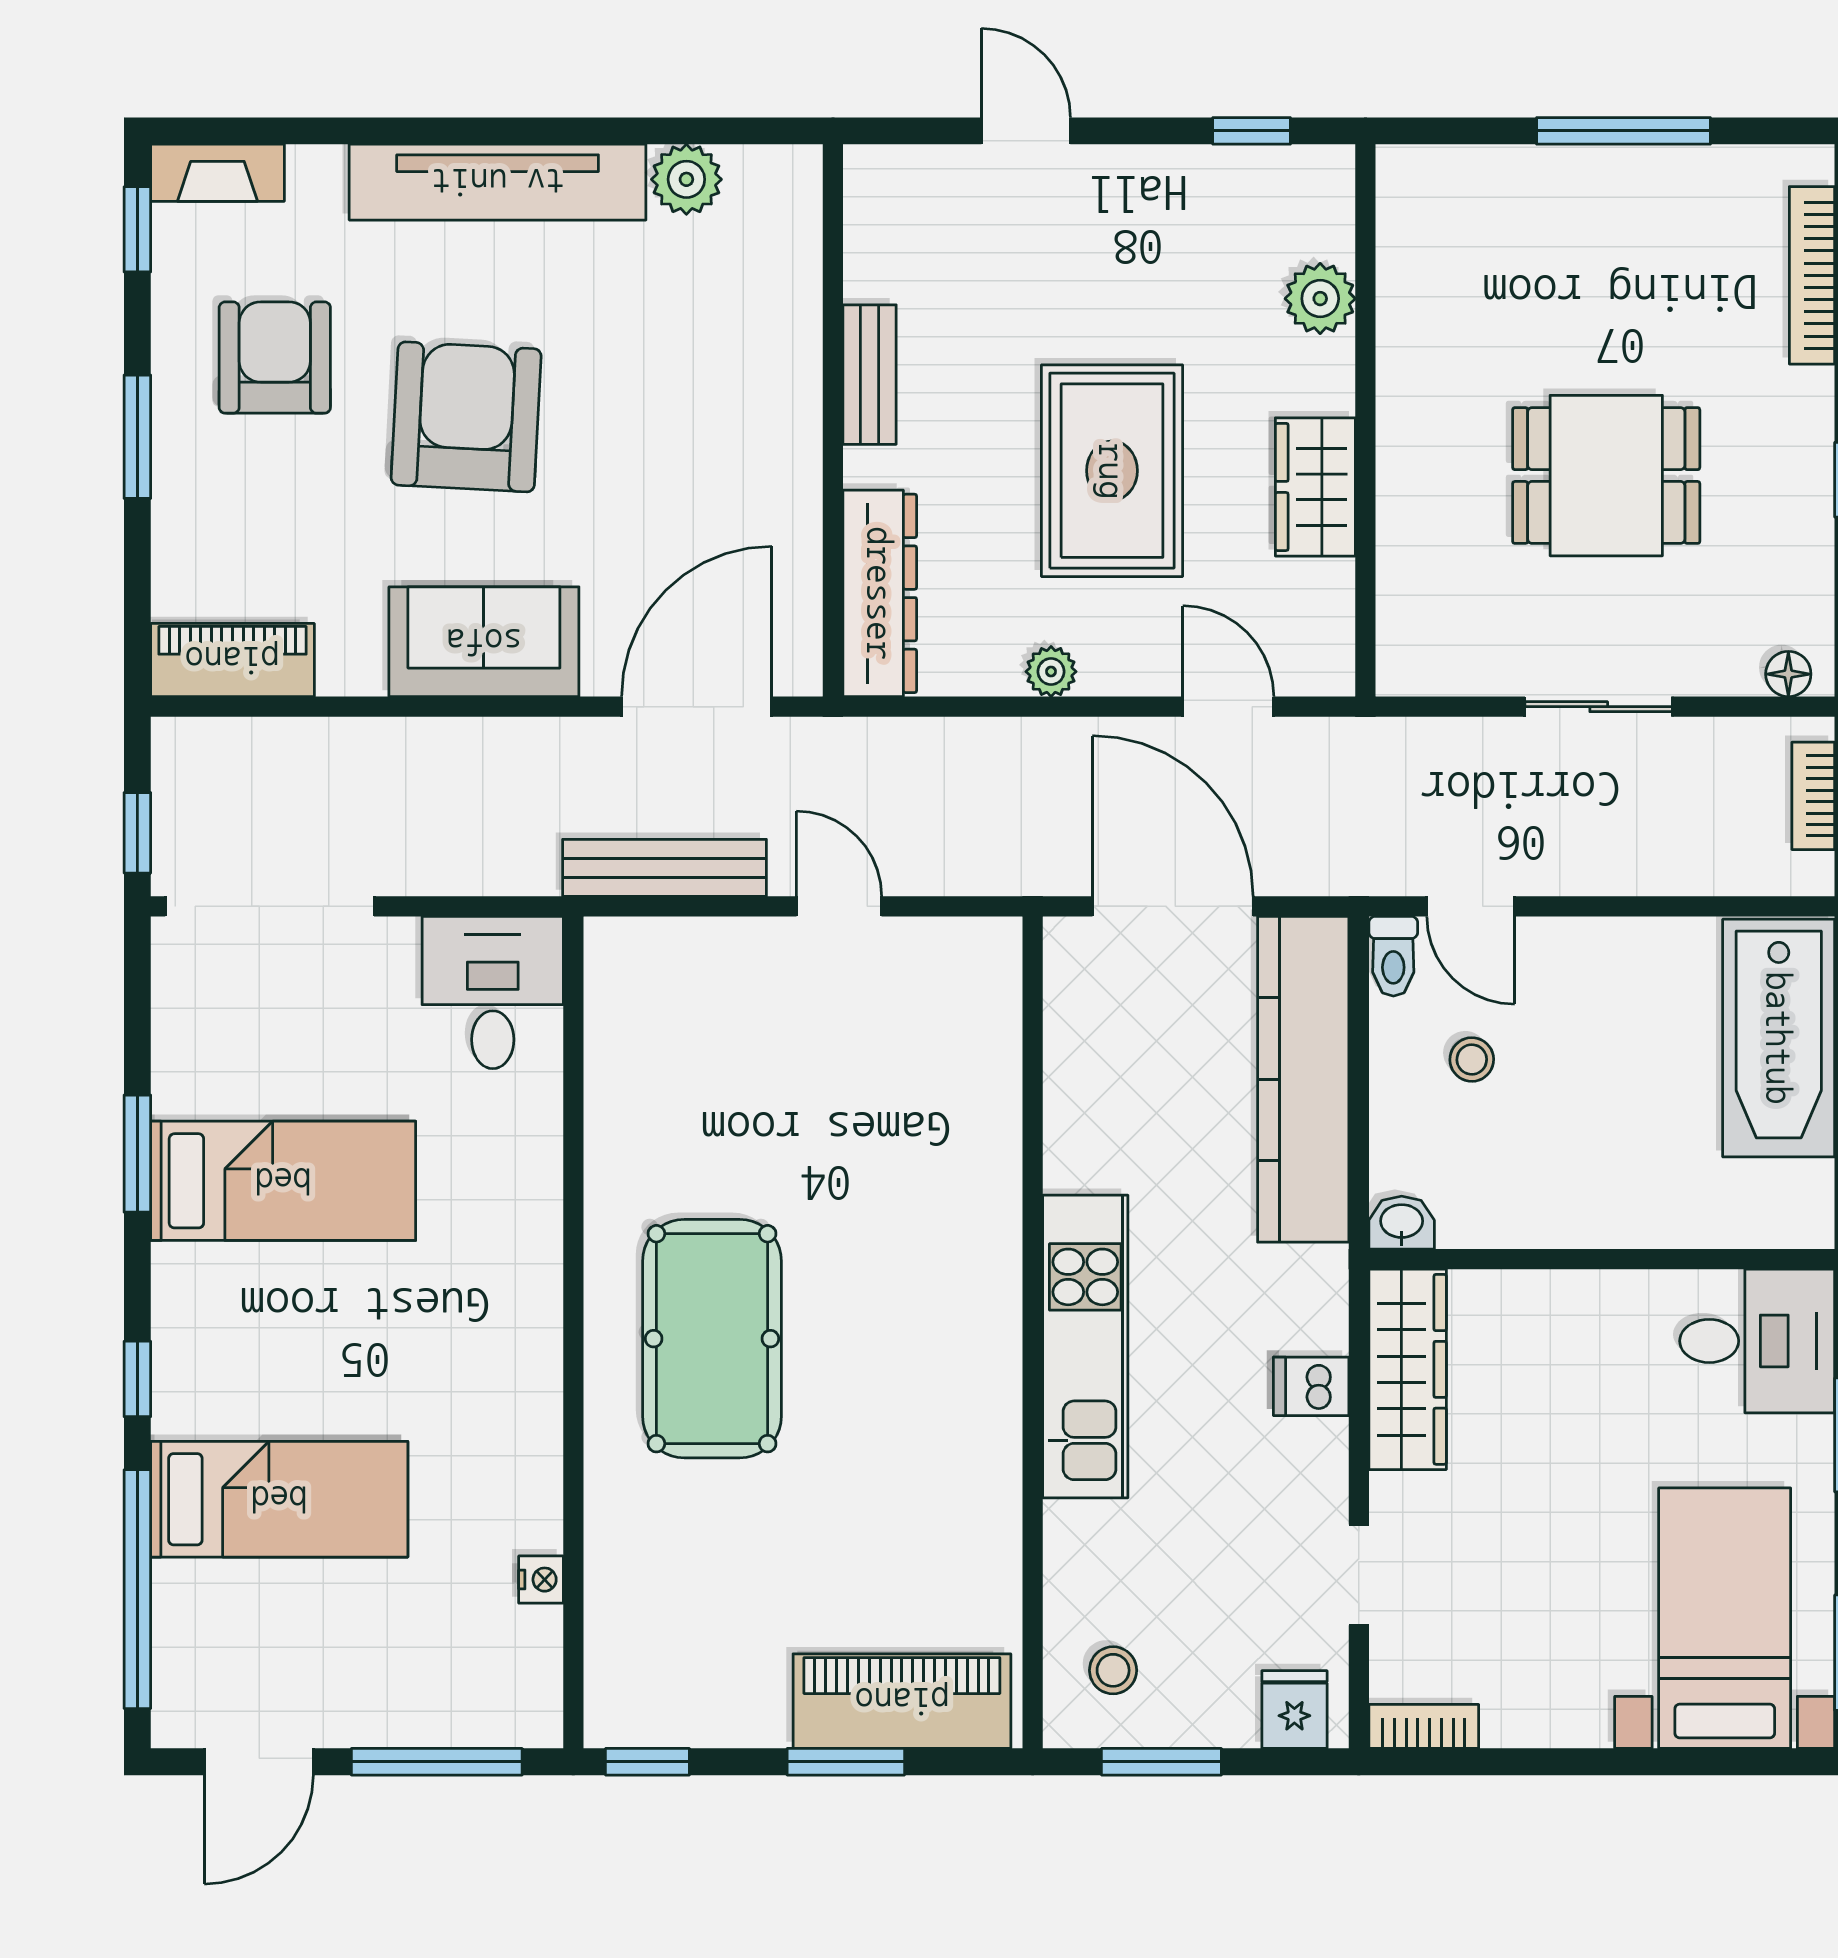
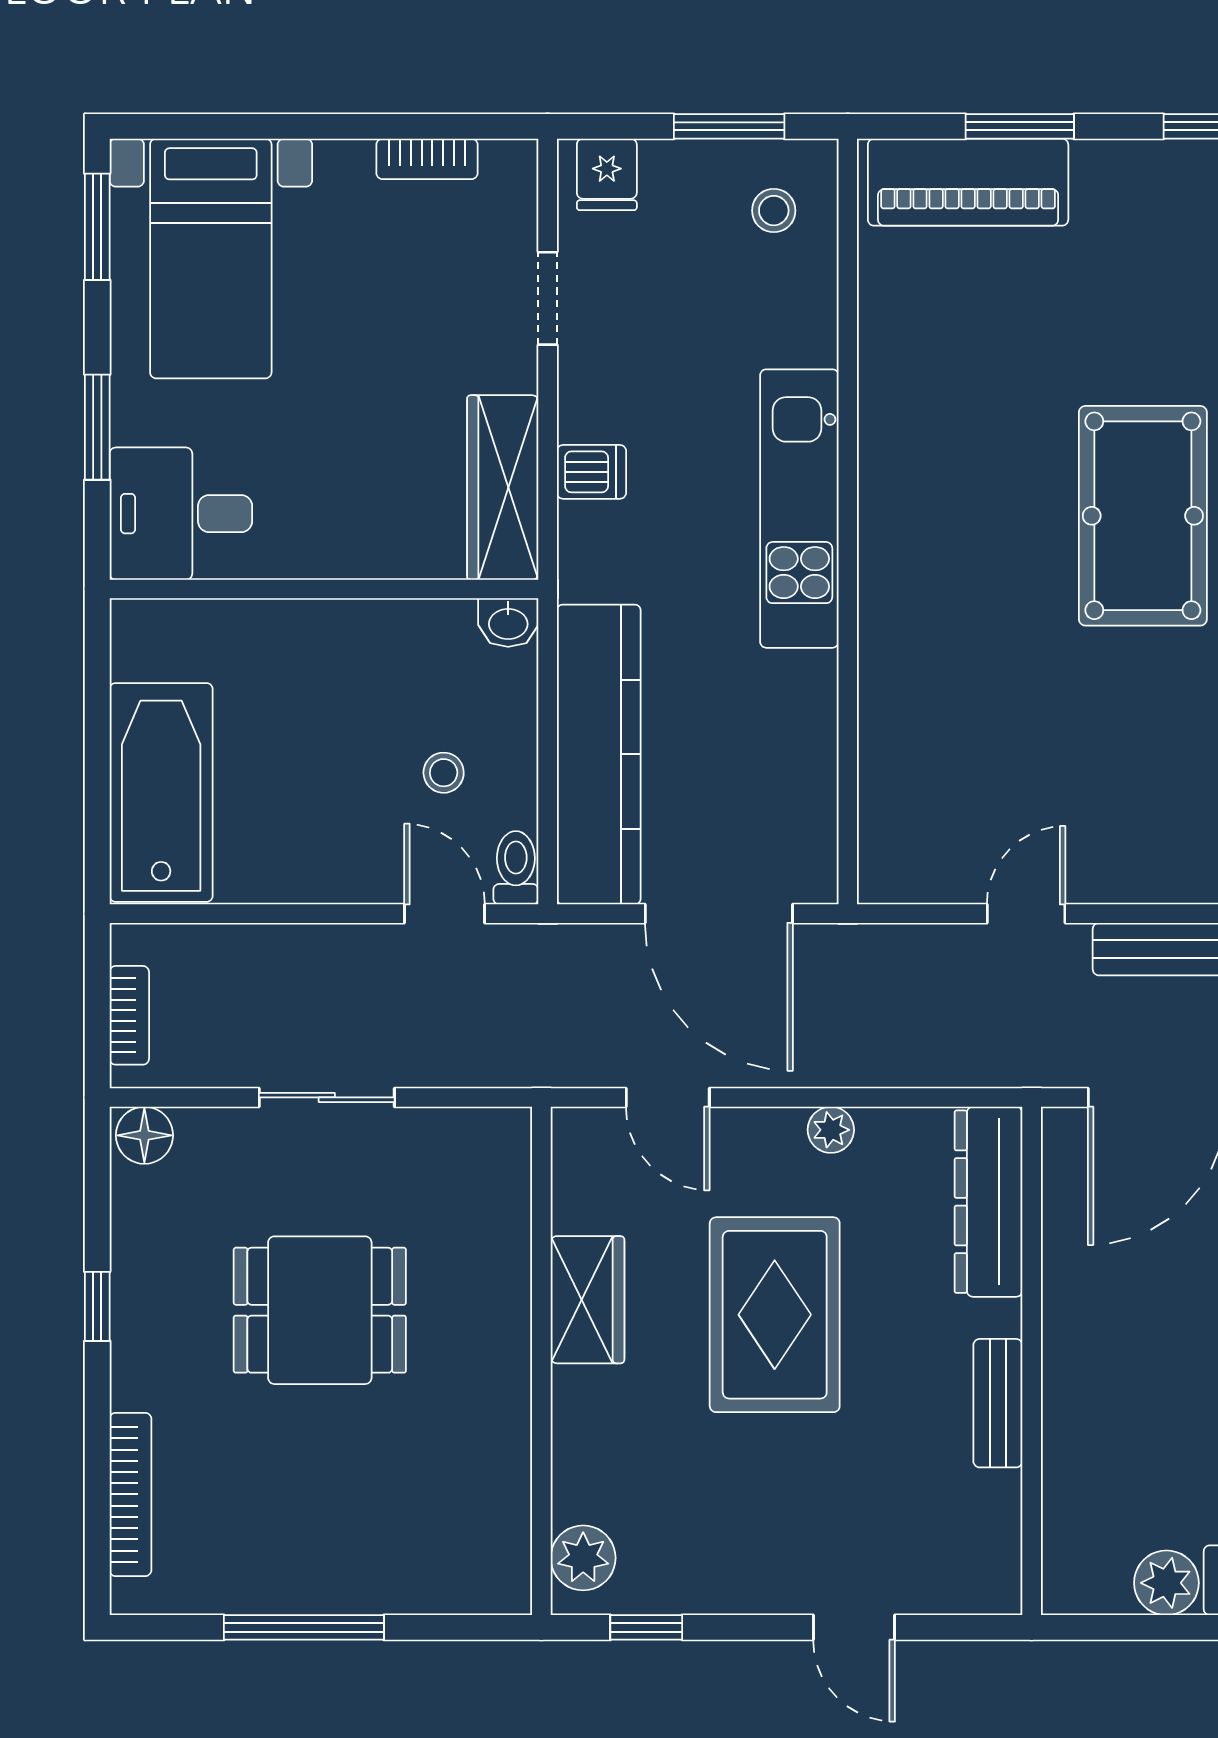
plant: (1320, 299) -> (583, 1558), moved
floor lamp: (1788, 674) -> (144, 1135), width x1.37, depth x1.37
door: (839, 906) -> (1026, 914), swing flipped
bookcase: (1424, 1726) -> (427, 159), moved

